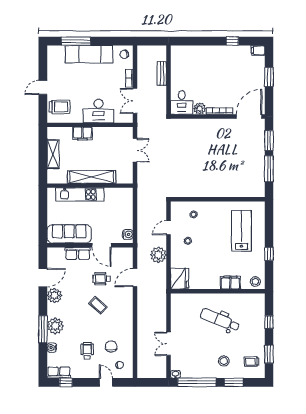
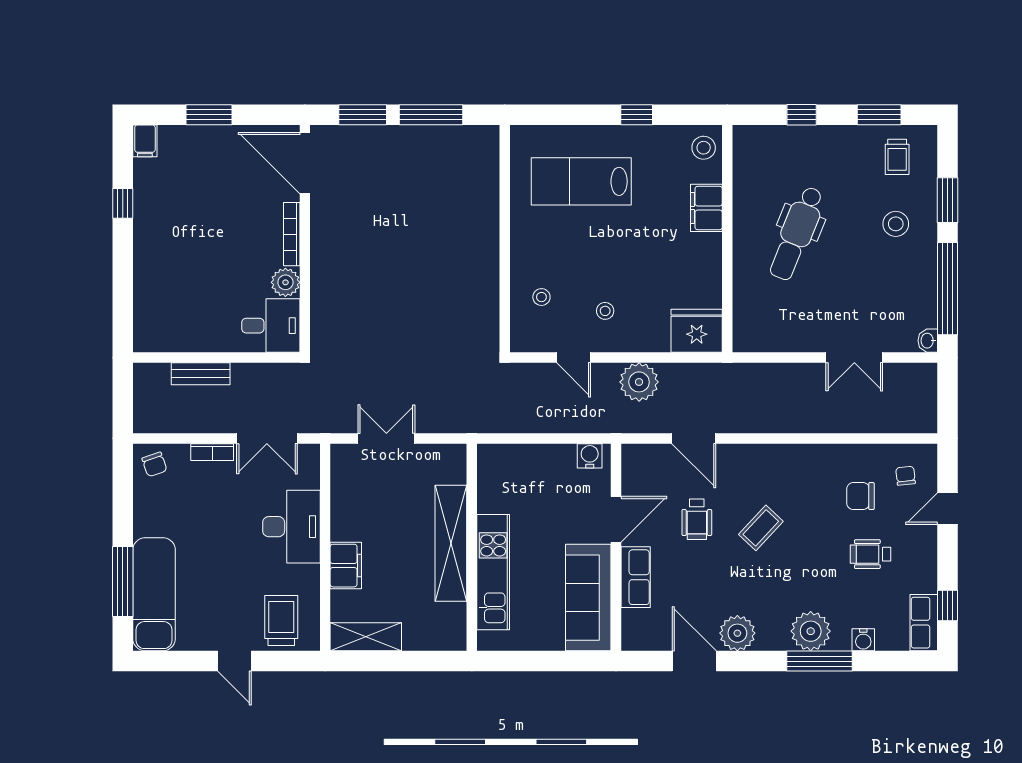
exam couch: (89, 54) -> (154, 594), moved
shelving: (53, 154) -> (366, 637), moved

